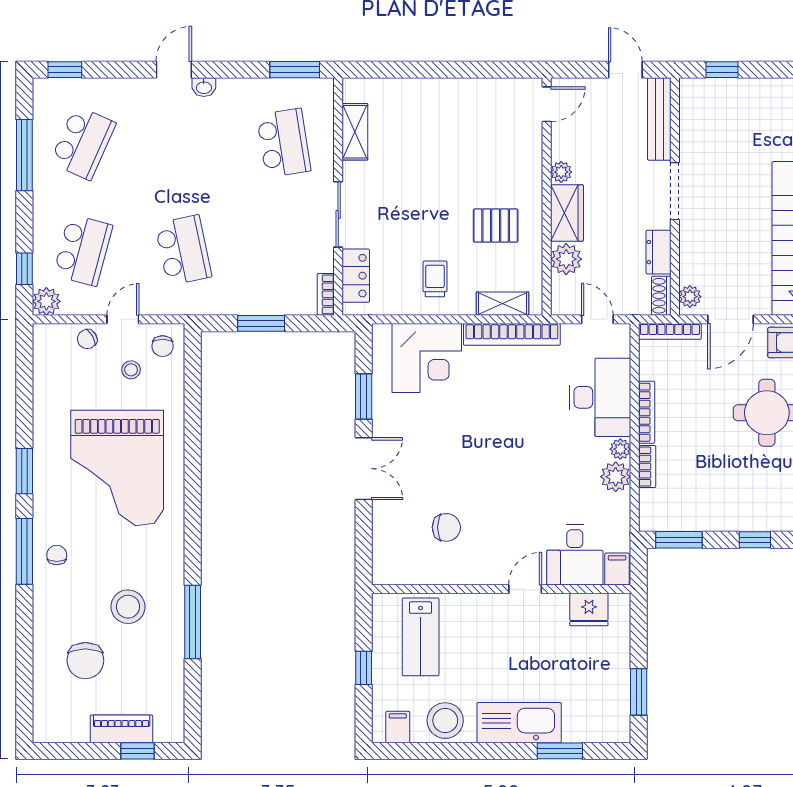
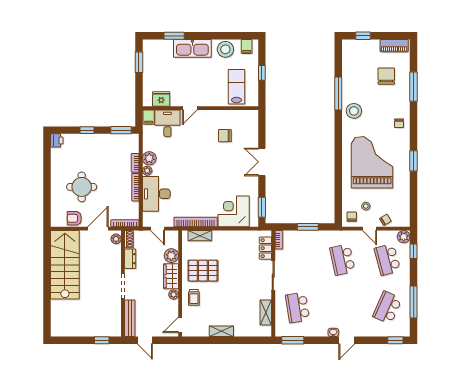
shelving: (454, 90) -> (221, 331), added
pallet: (496, 226) -> (203, 271), width x1.50, depth x1.42
school desk: (83, 250) -> (387, 260), turned -30
trolley: (435, 279) -> (194, 297), moved
door: (123, 319) -> (369, 229), hinge flipped
window: (364, 397) -> (262, 207), moved
window: (24, 551) -> (414, 87), moved
stool: (128, 607) -> (354, 111), moved
piano: (122, 729) -> (394, 46), moved

